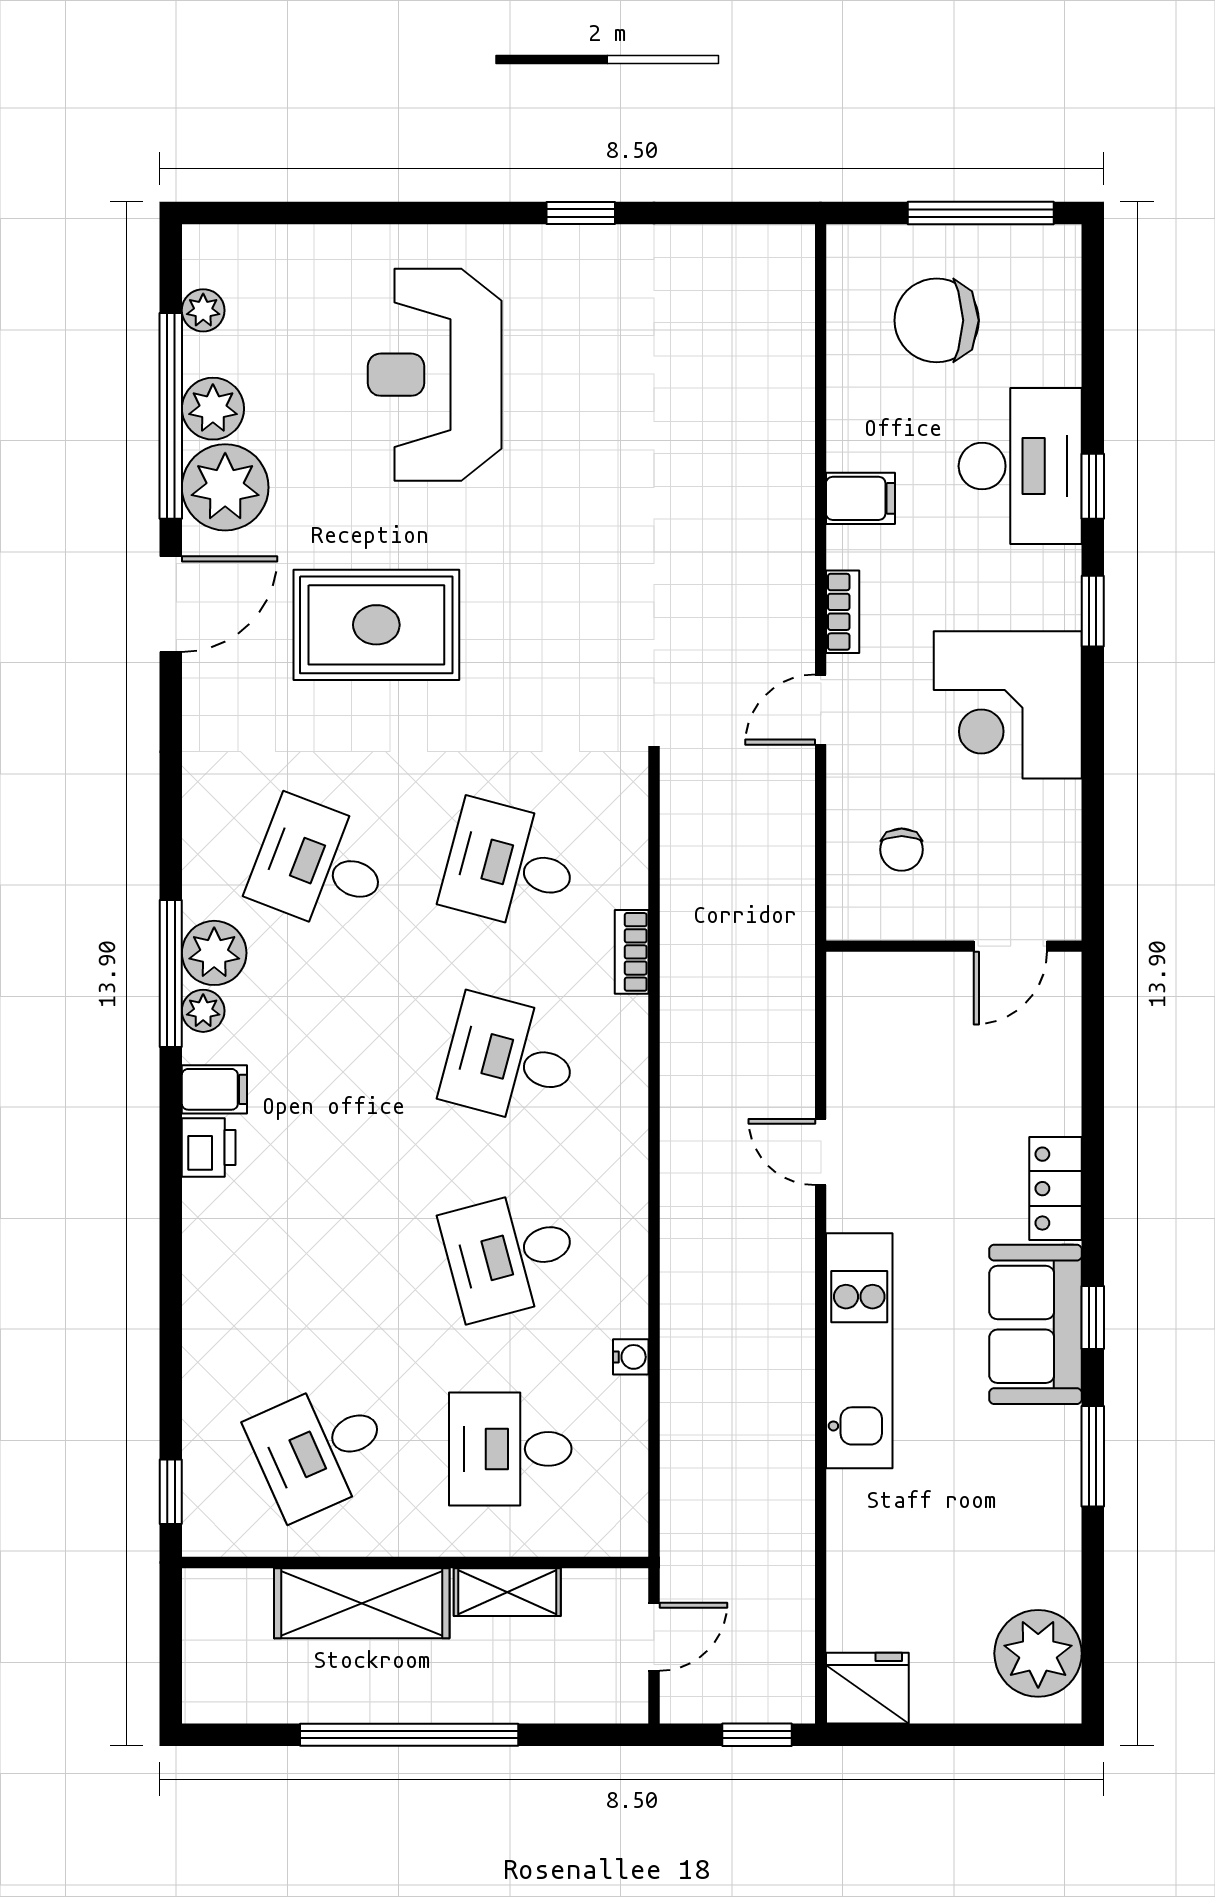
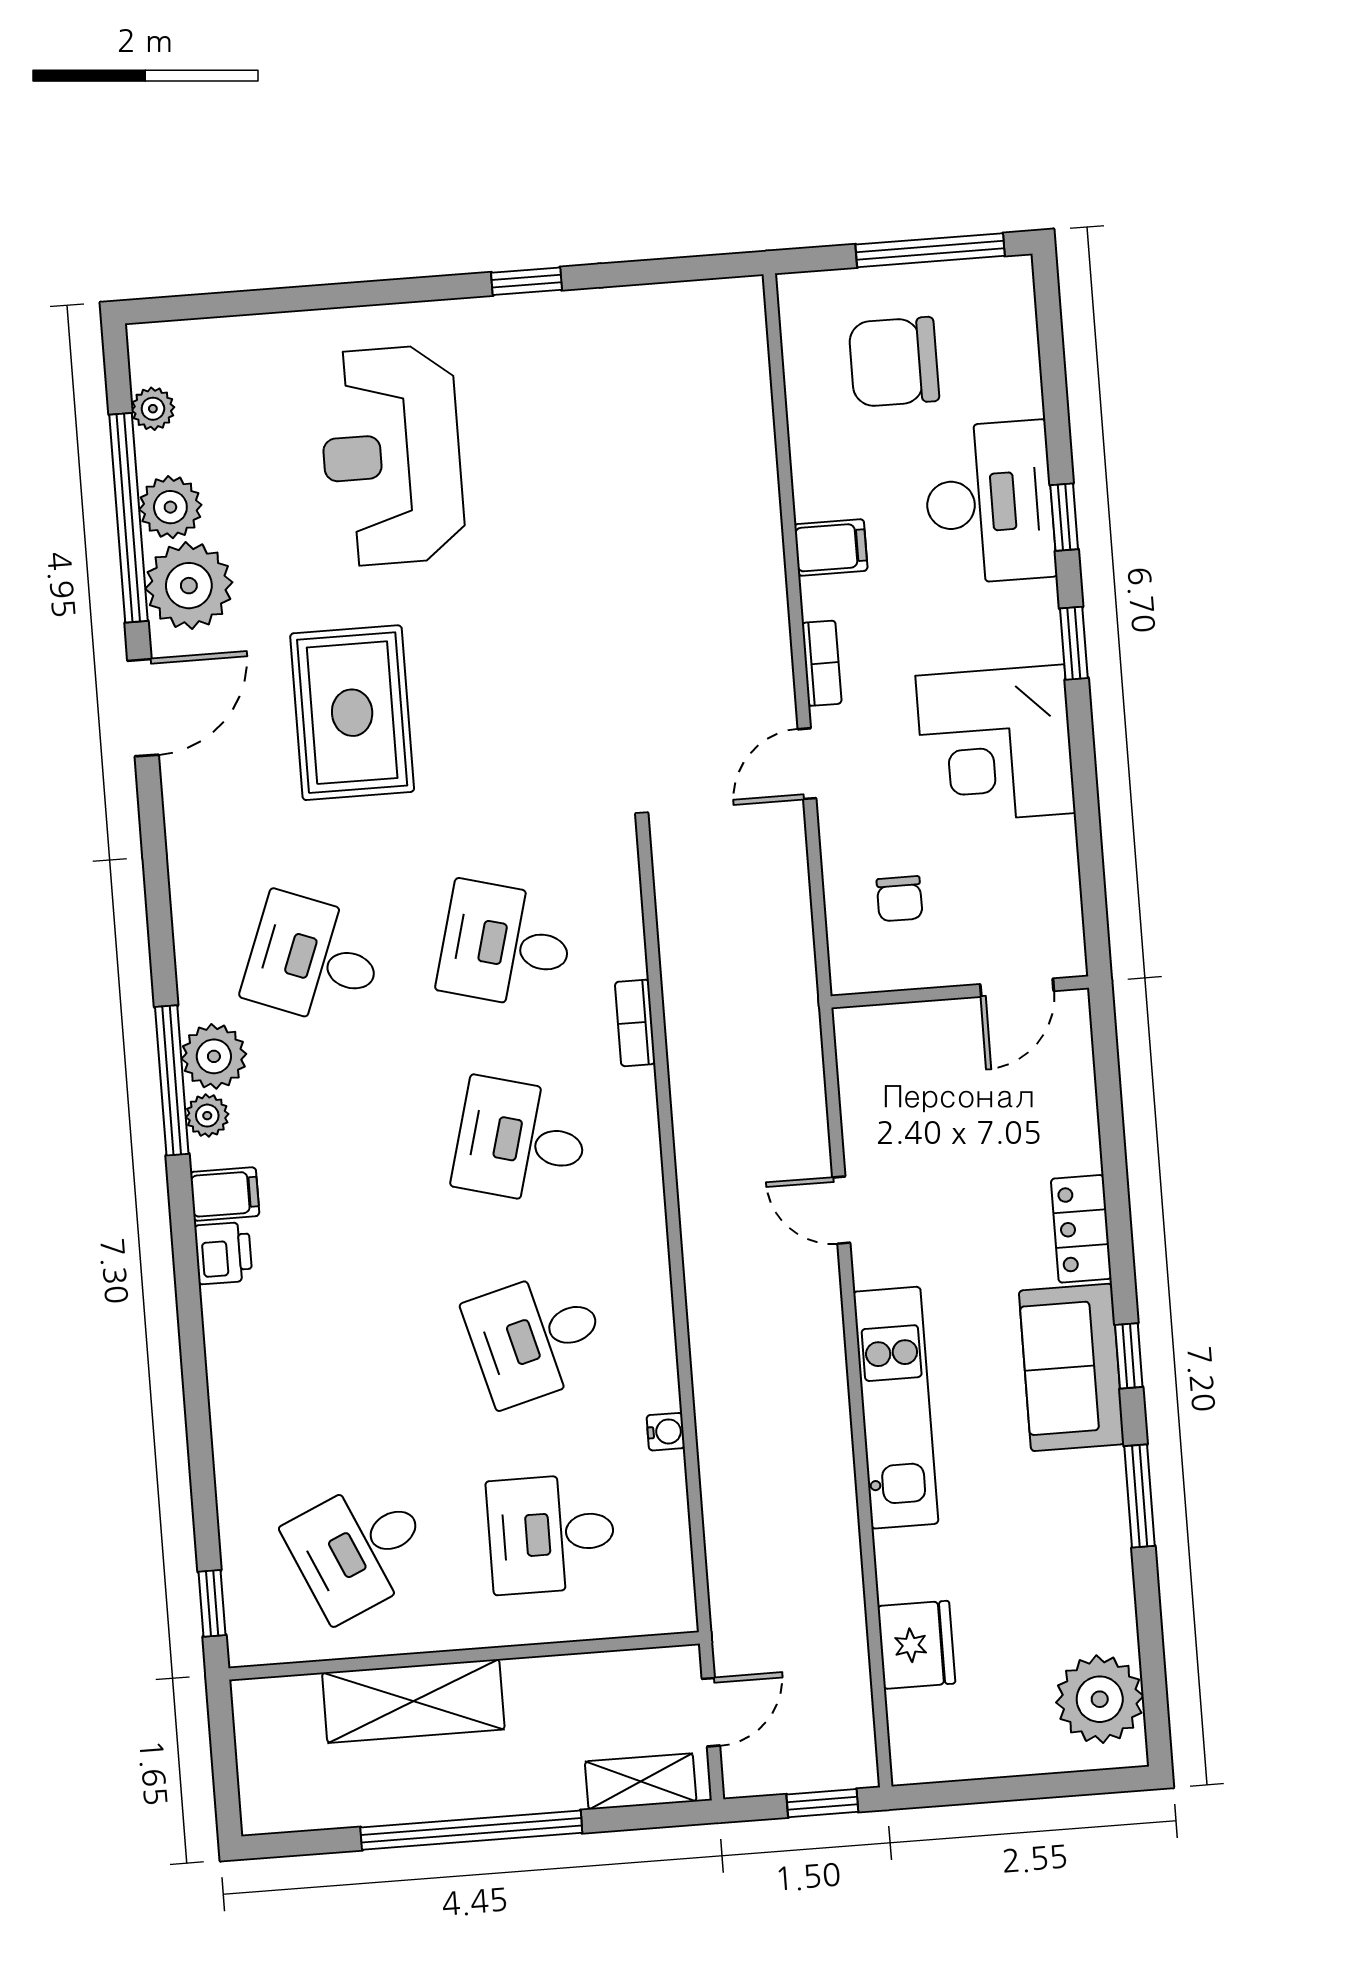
rug: (376, 625) -> (352, 713), turned 90
shelving: (507, 1592) -> (641, 1781), moved
fridge: (867, 1688) -> (916, 1645), moved, turned 90

